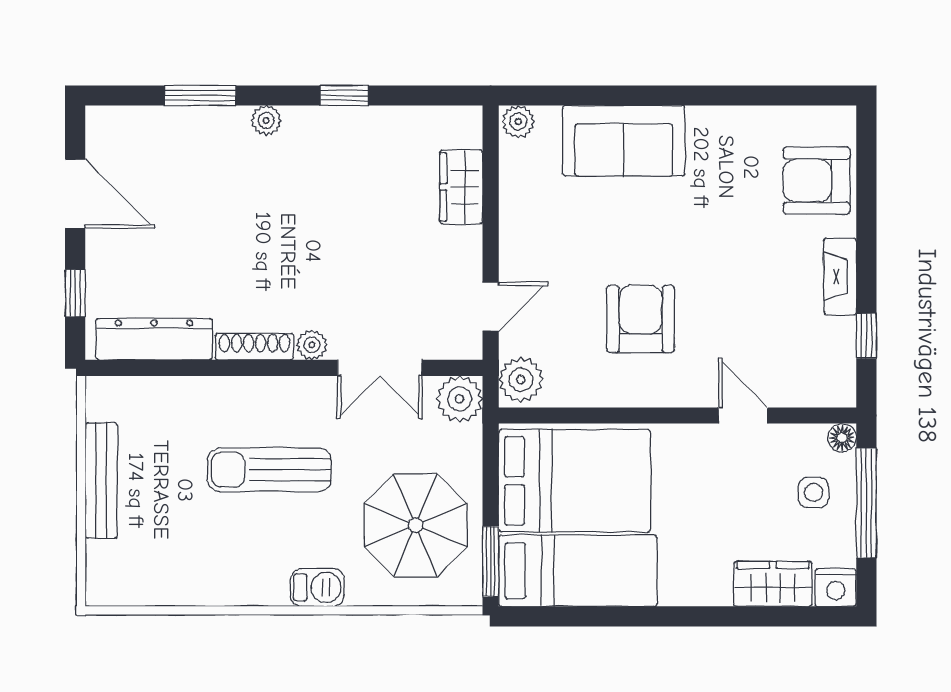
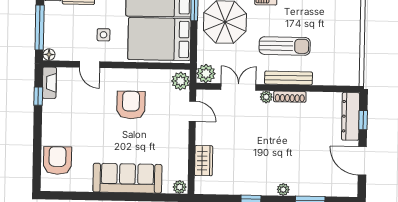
sofa: (624, 141) -> (127, 178), width x1.36
armchair: (817, 181) -> (57, 160), turned -90
fireplace: (840, 277) -> (49, 83), moved
door: (491, 307) -> (192, 111), swing flipped
armchair: (641, 319) -> (131, 105), turned 180
dresser: (154, 339) -> (351, 116), moved, turned 90
bench: (101, 480) -> (288, 78), moved, turned 90
side table: (813, 493) -> (103, 35), moved

